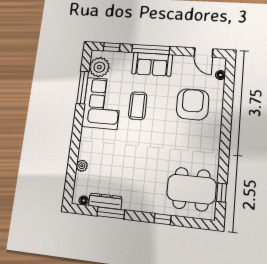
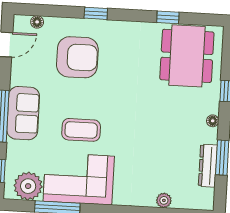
armchair: (193, 104) -> (77, 57), turned 180
window: (227, 119) -> (96, 13), added
window: (222, 193) -> (168, 17), moved
floor lamp: (84, 200) -> (213, 121), moved

